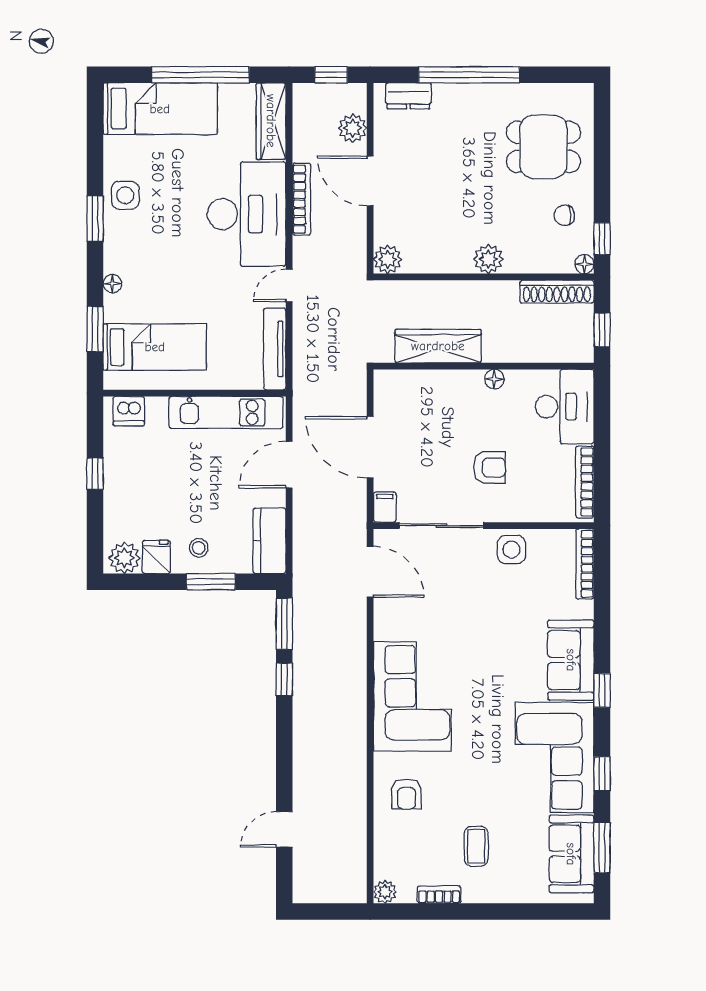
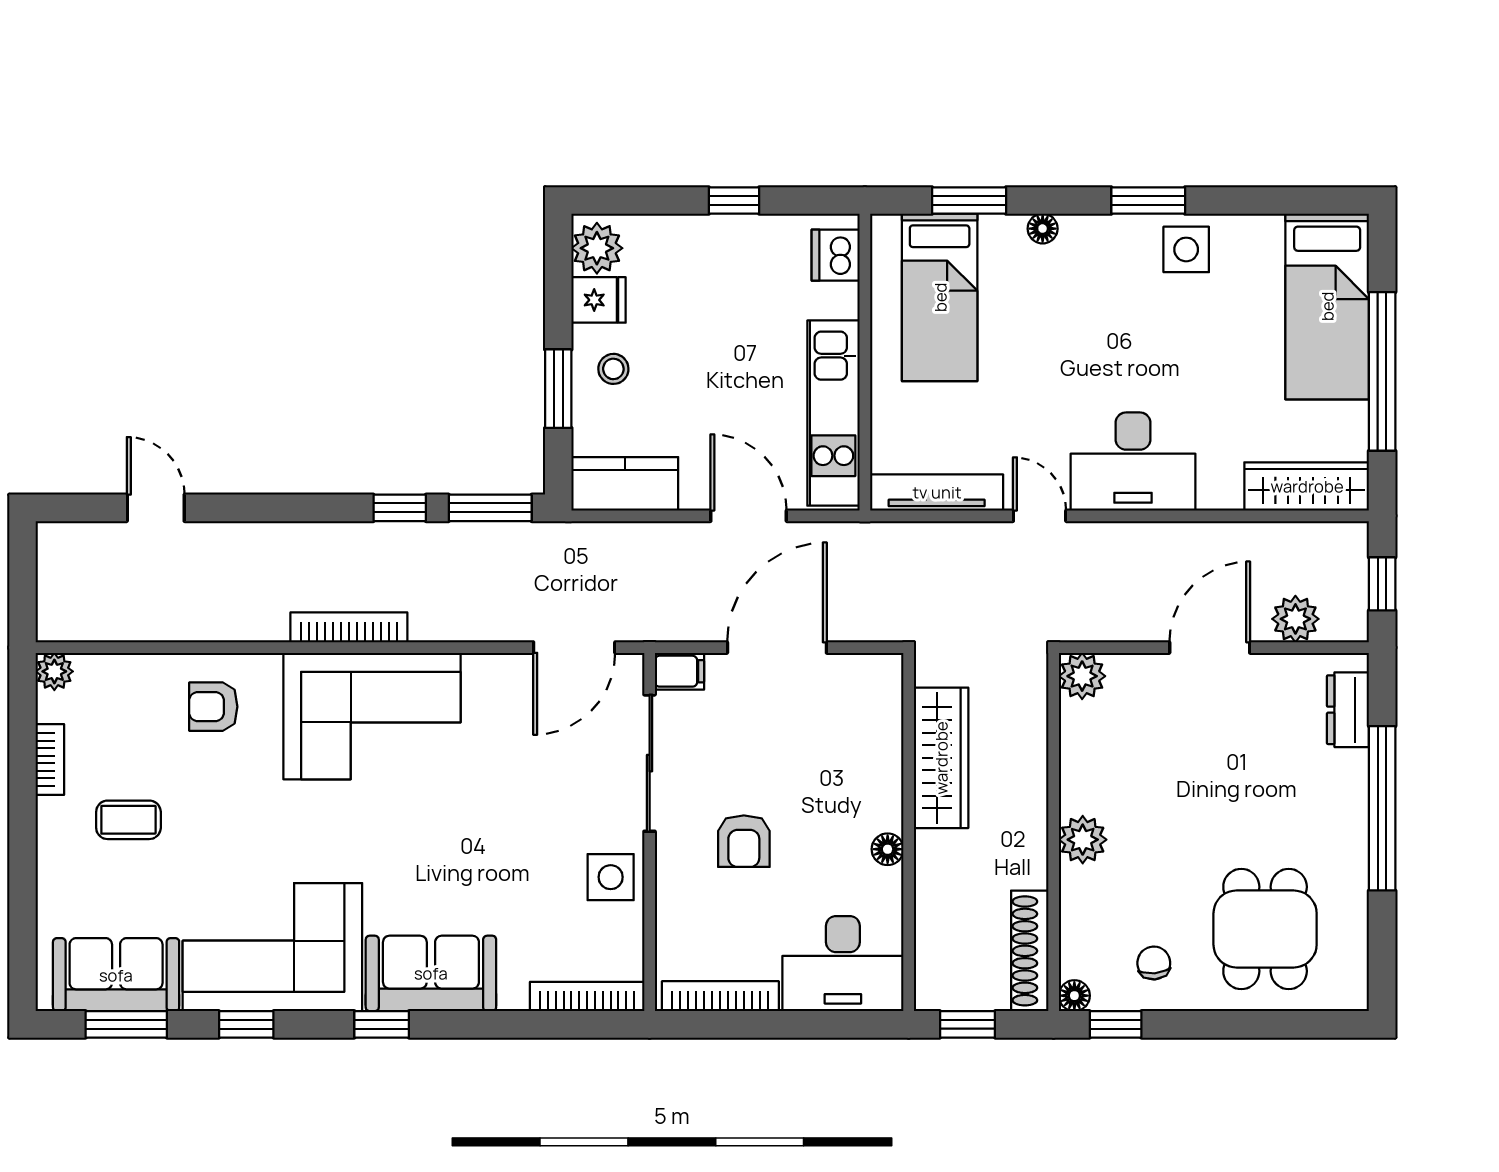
bookcase: (302, 199) -> (349, 627), moved, turned 180
desk: (247, 214) -> (1133, 461), width x0.73, depth x0.77

